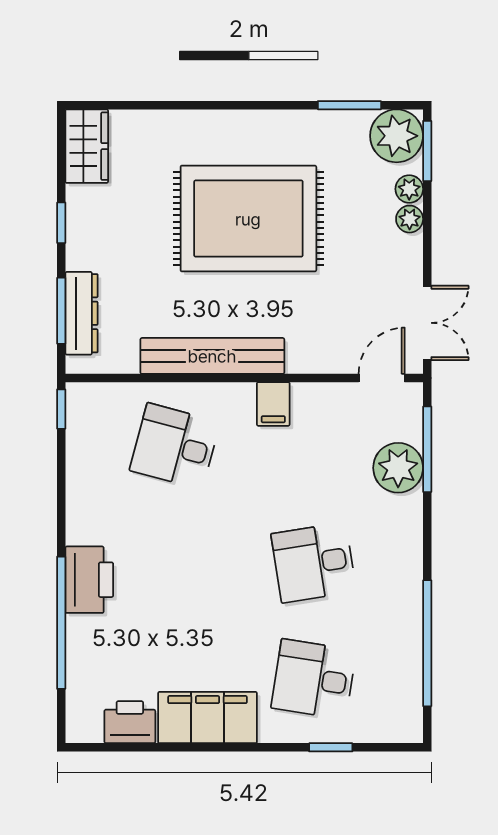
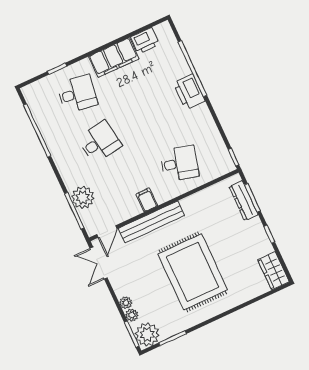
rug: (248, 219) -> (193, 272), turned 90
bench: (212, 356) -> (151, 222), moved

